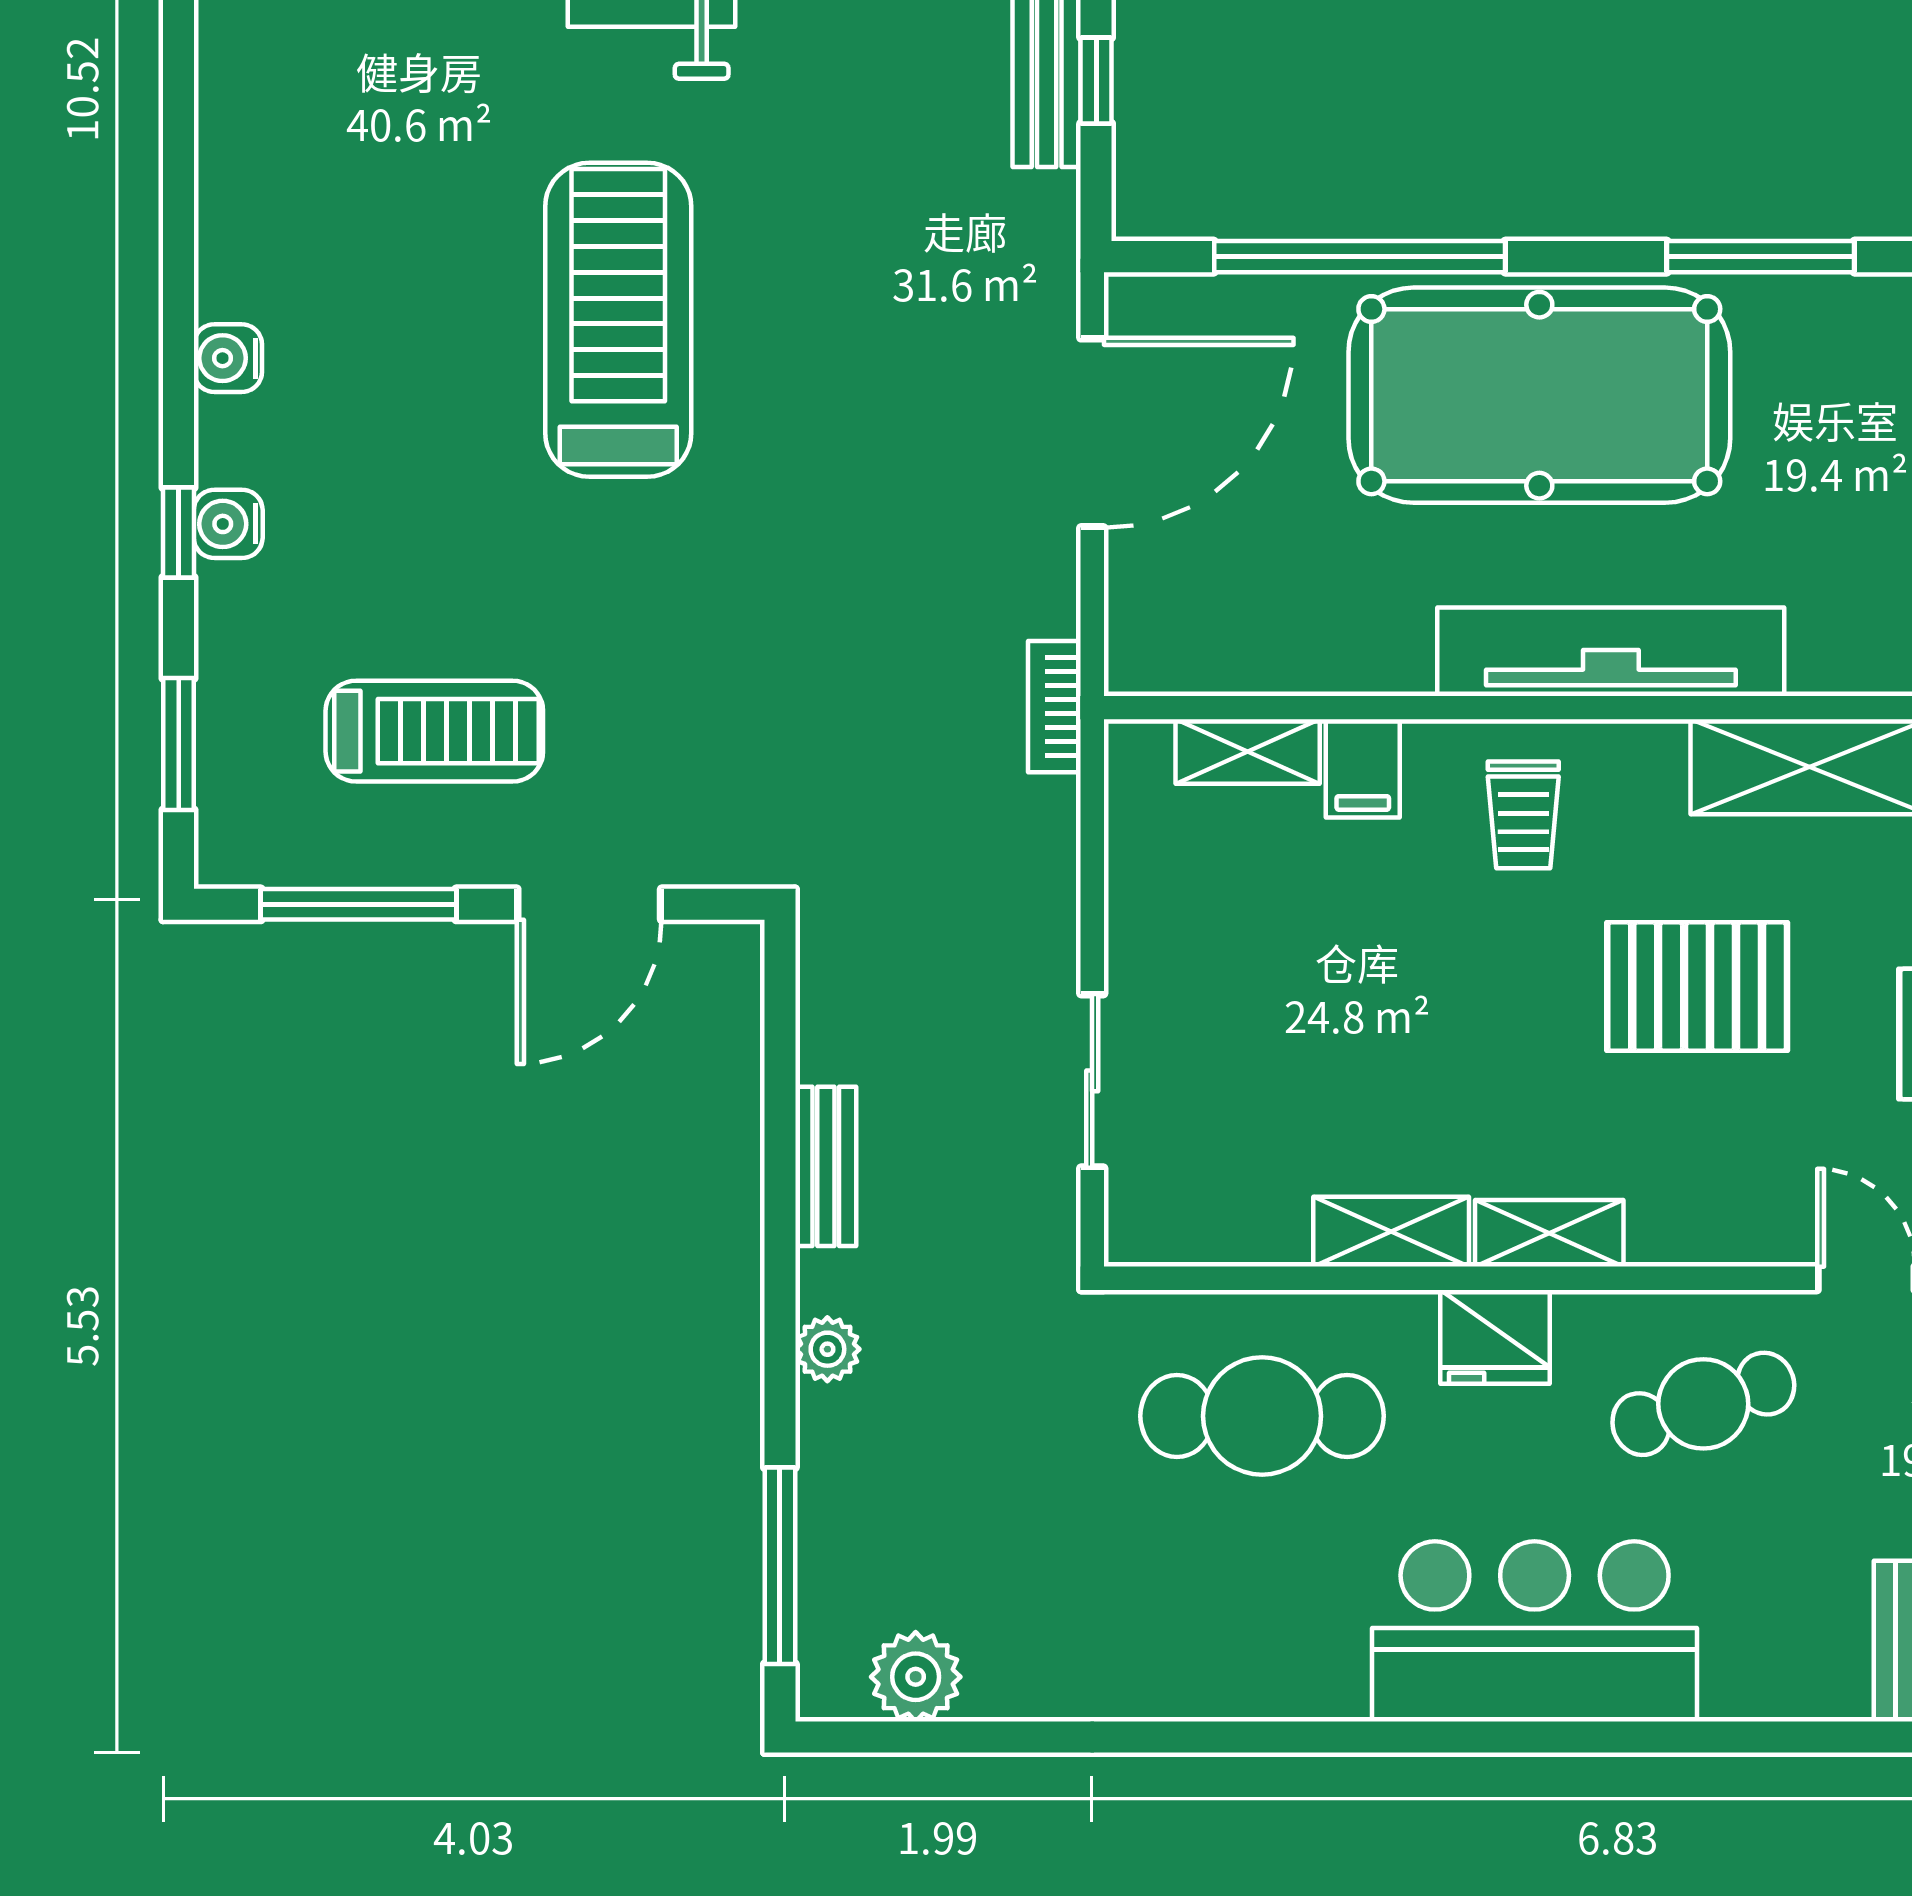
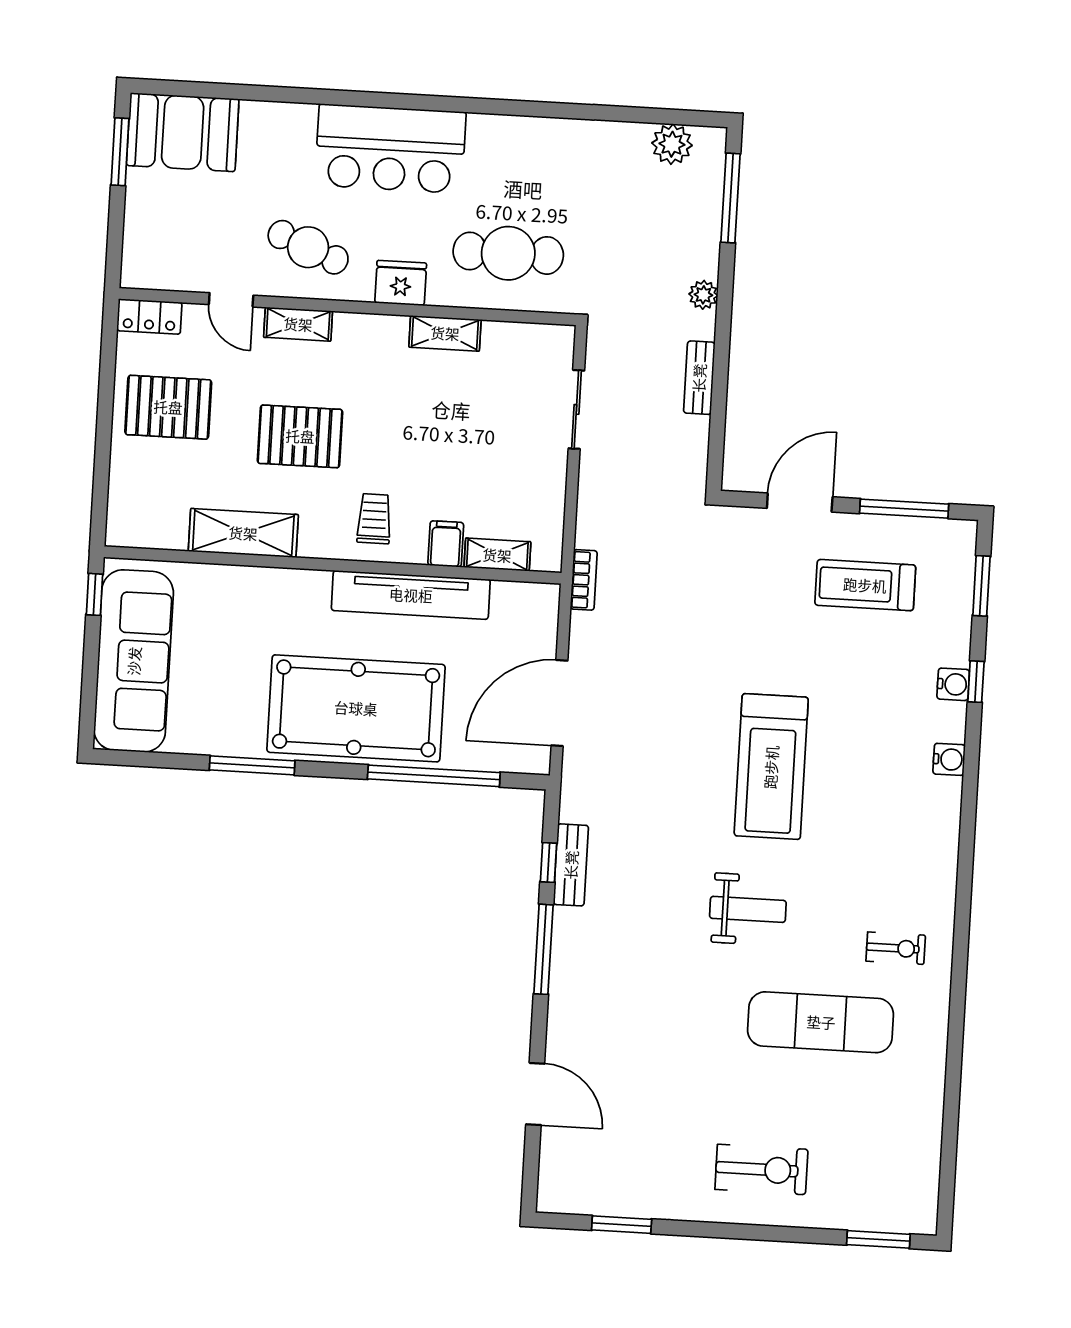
tv unit: (1611, 652) -> (411, 595), moved
shelving: (1549, 1233) -> (298, 324), moved
cafe table: (1703, 1404) -> (308, 247), turned 40

